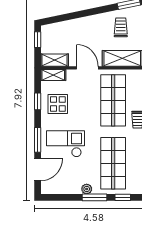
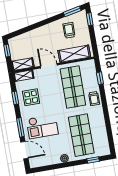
checkout: (66, 144) -> (42, 127), turned 180
door: (38, 170) -> (24, 150), hinge flipped
window: (94, 197) -> (72, 164), removed

